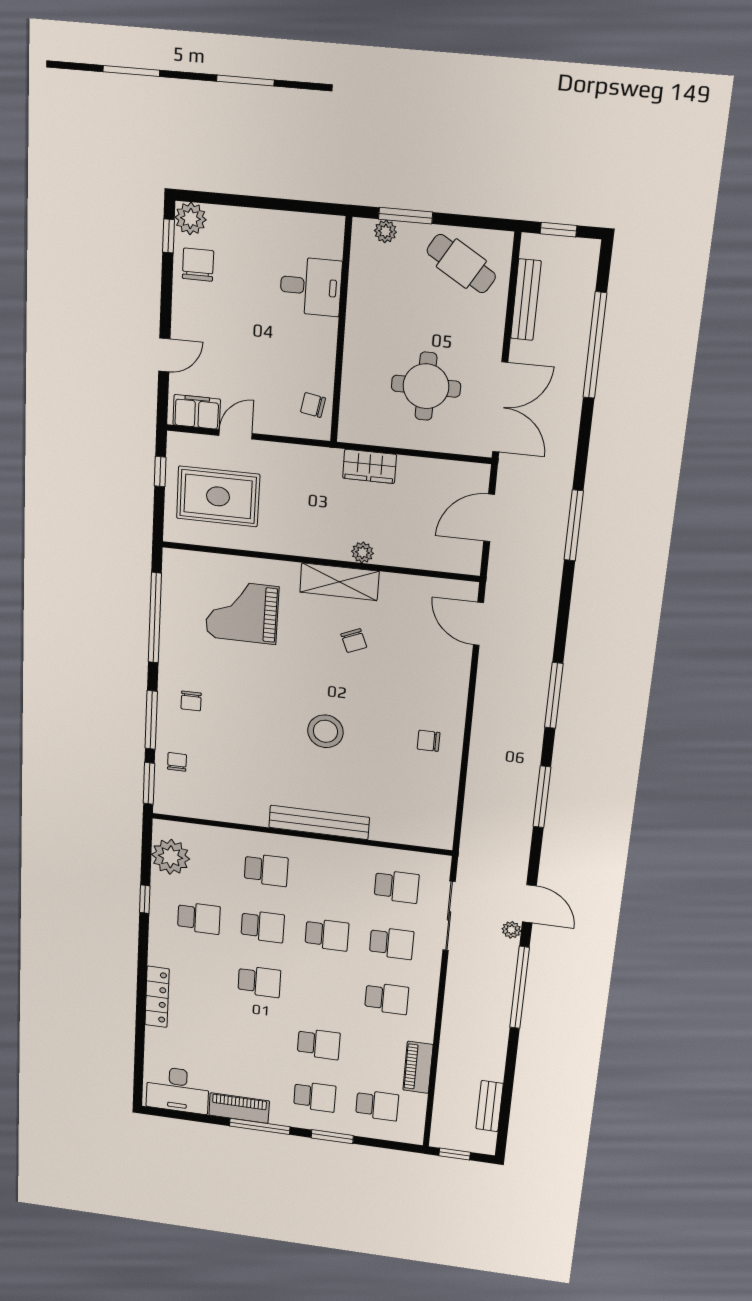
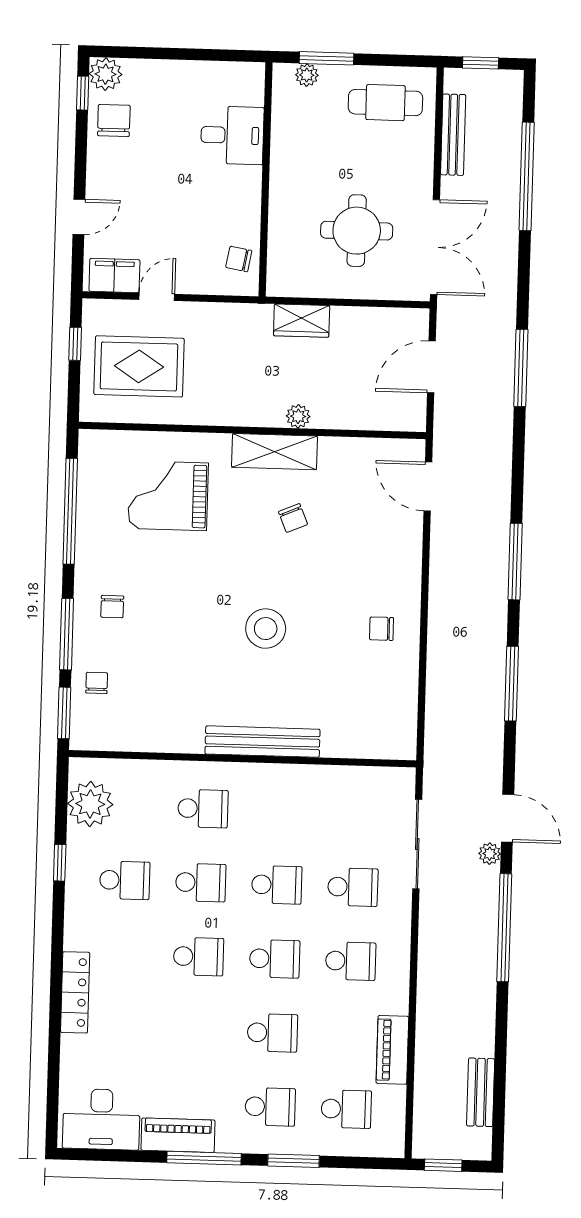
cafe table: (461, 264) -> (385, 103), turned -31
school desk: (397, 886) -> (275, 959), moved

